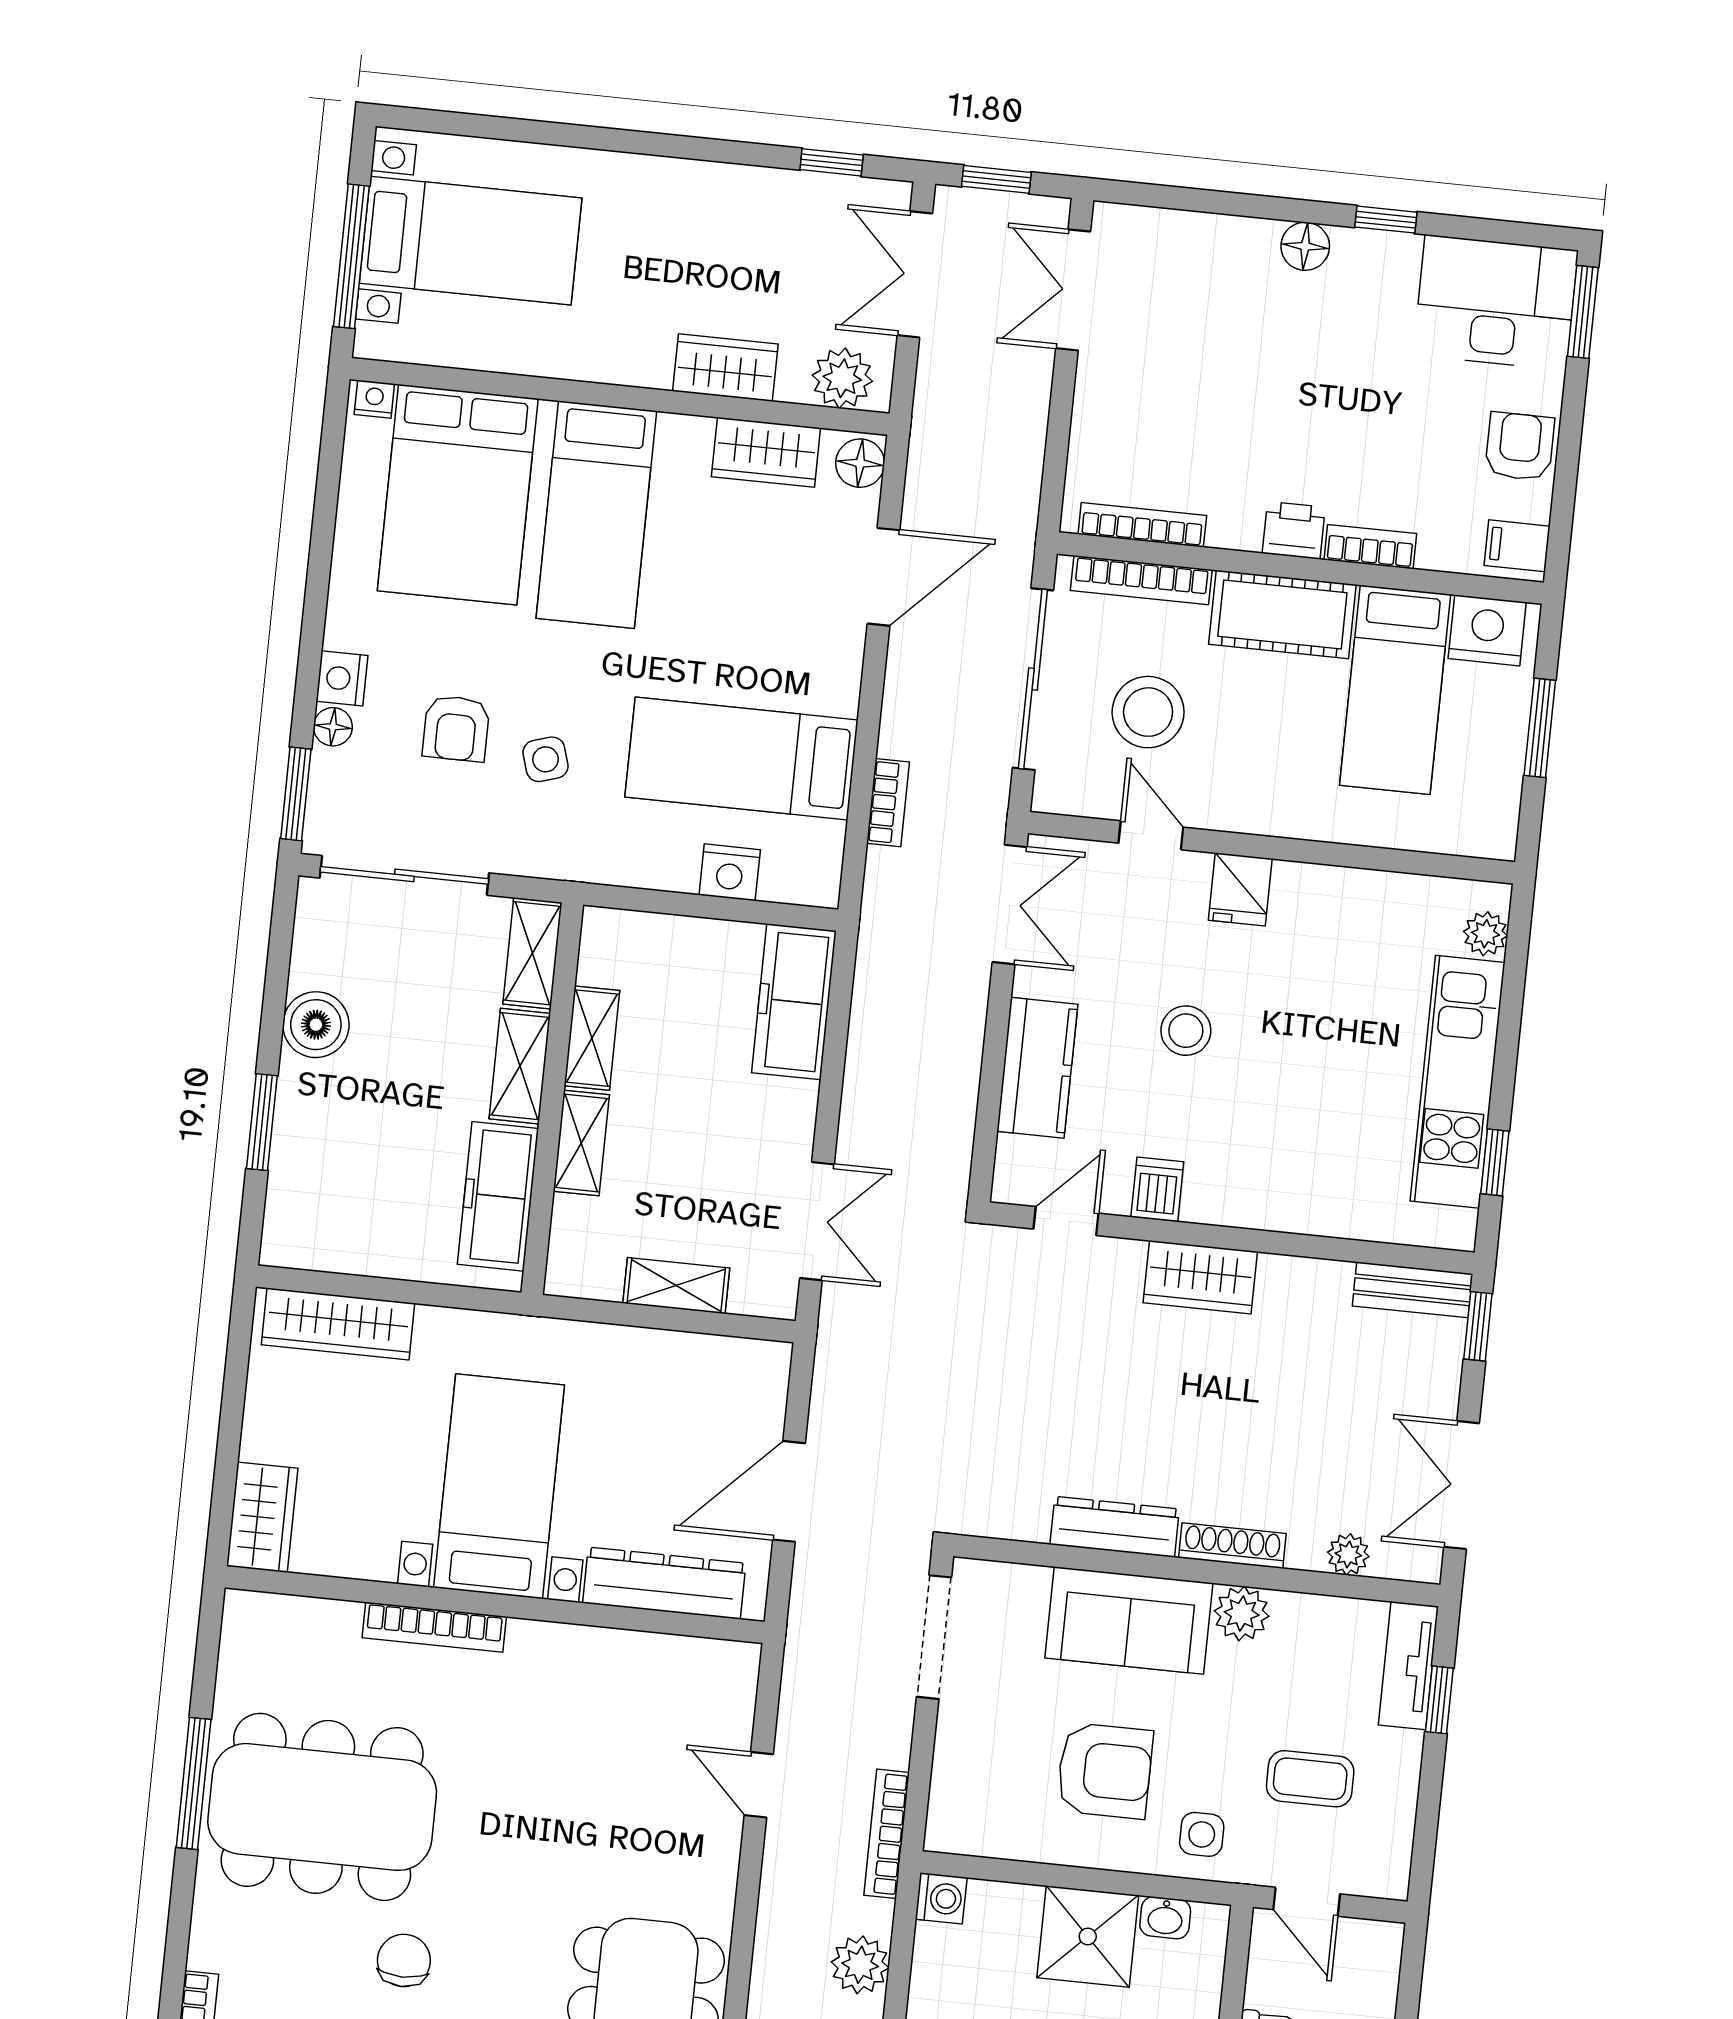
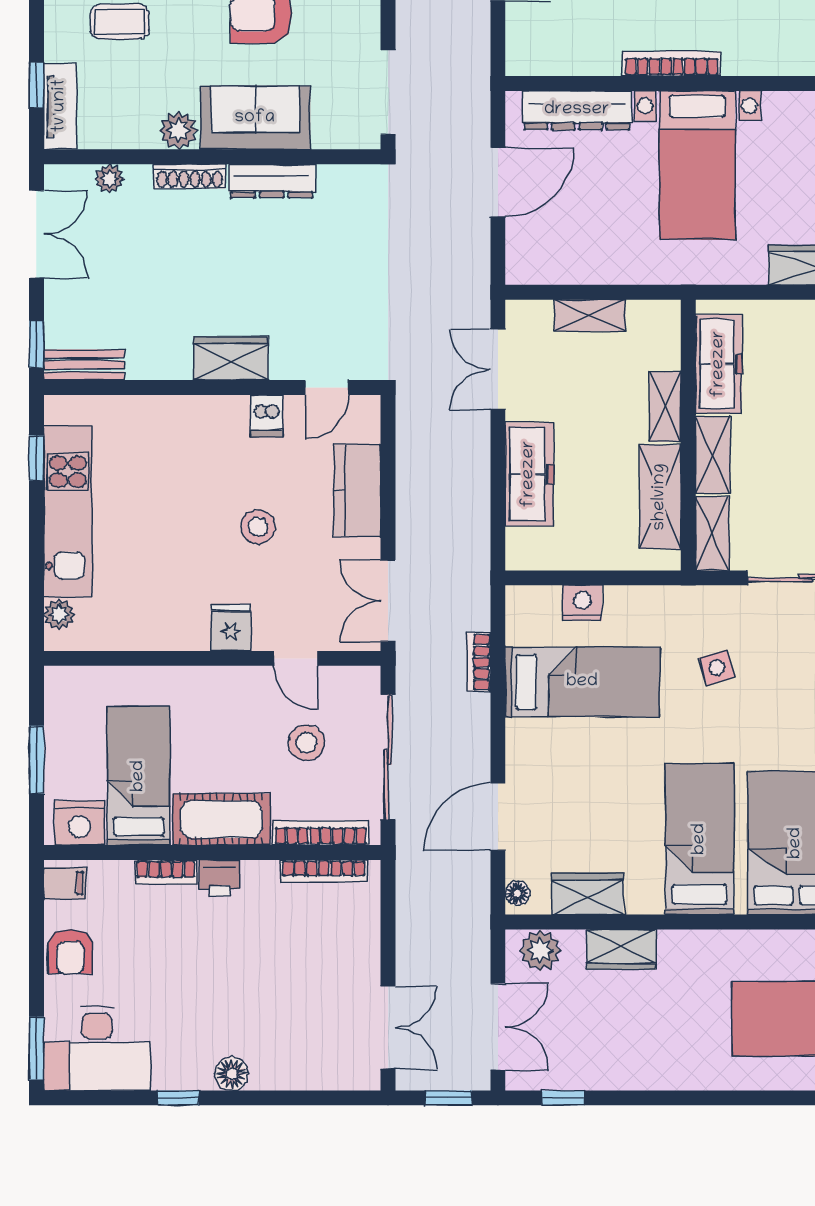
floor lamp: (860, 463) -> (517, 893), width x0.73, depth x0.73
stool: (1148, 712) -> (307, 743), width x0.73, depth x0.73
armchair: (456, 728) -> (781, 682), removed
freezer: (794, 1002) -> (529, 474), moved
shelving: (592, 1038) -> (660, 497), width x1.50, depth x1.33
bookcase: (434, 1627) -> (672, 64), moved

